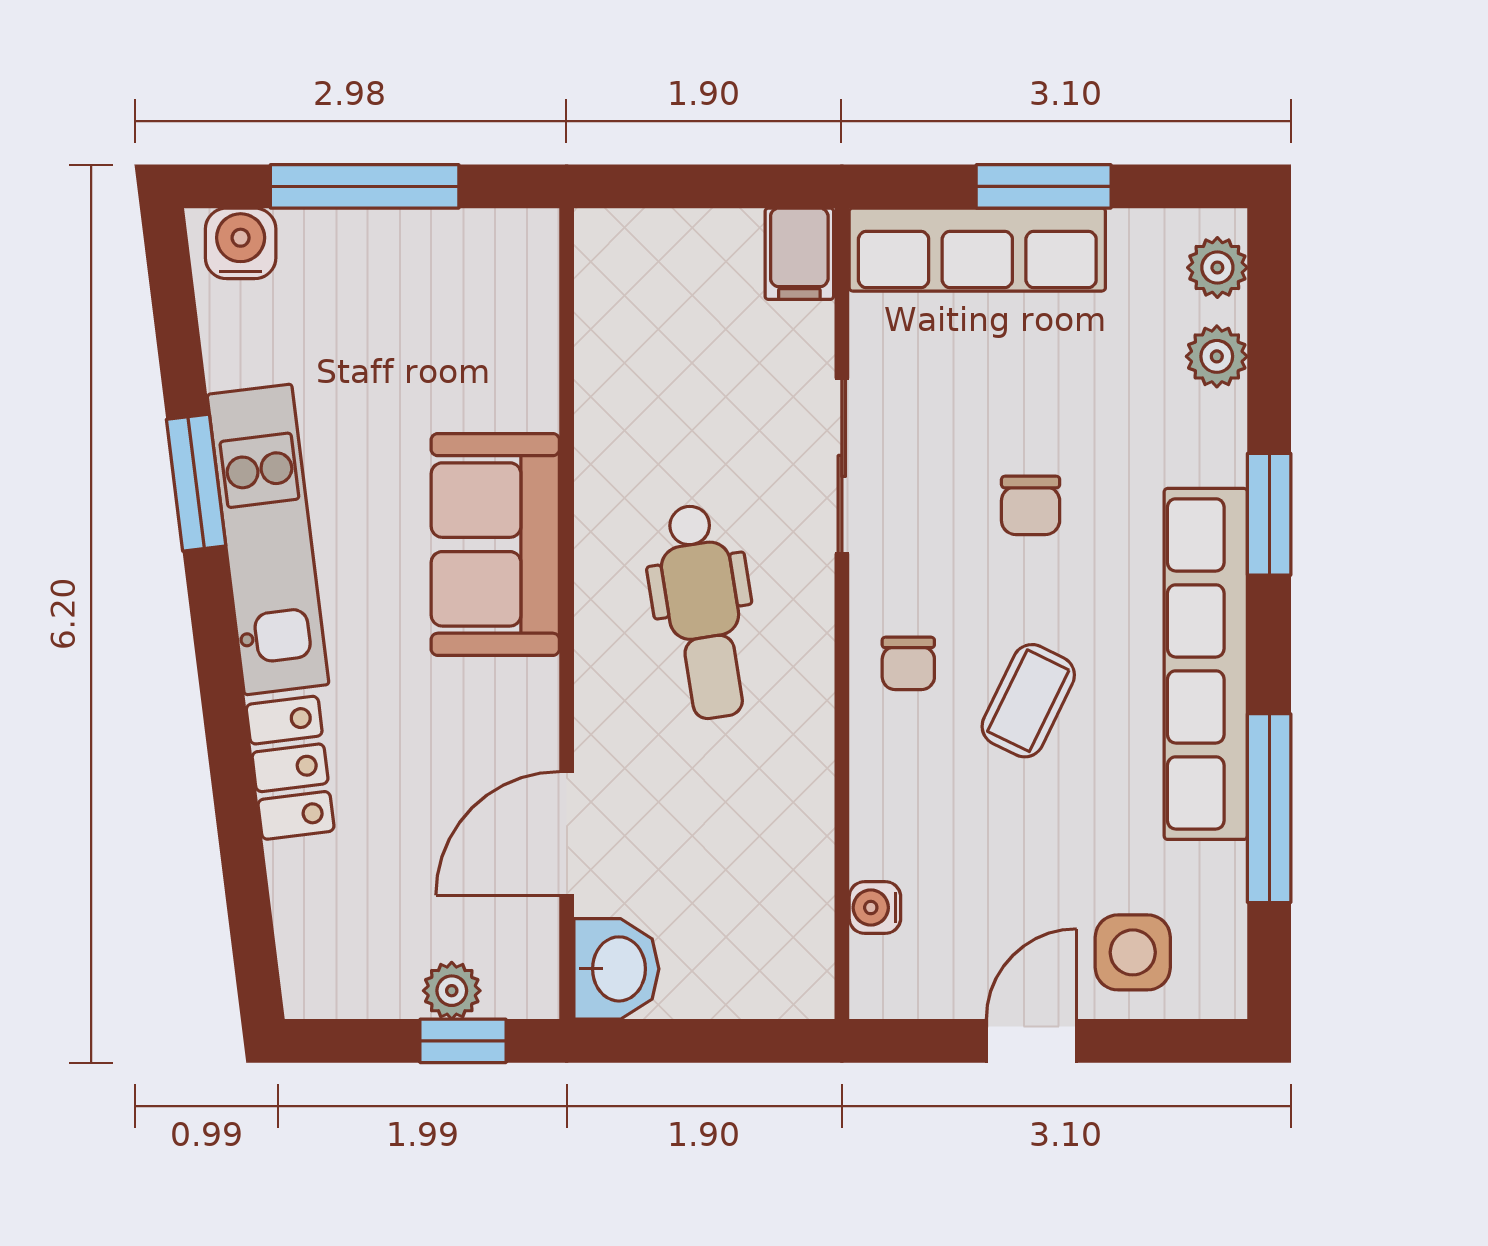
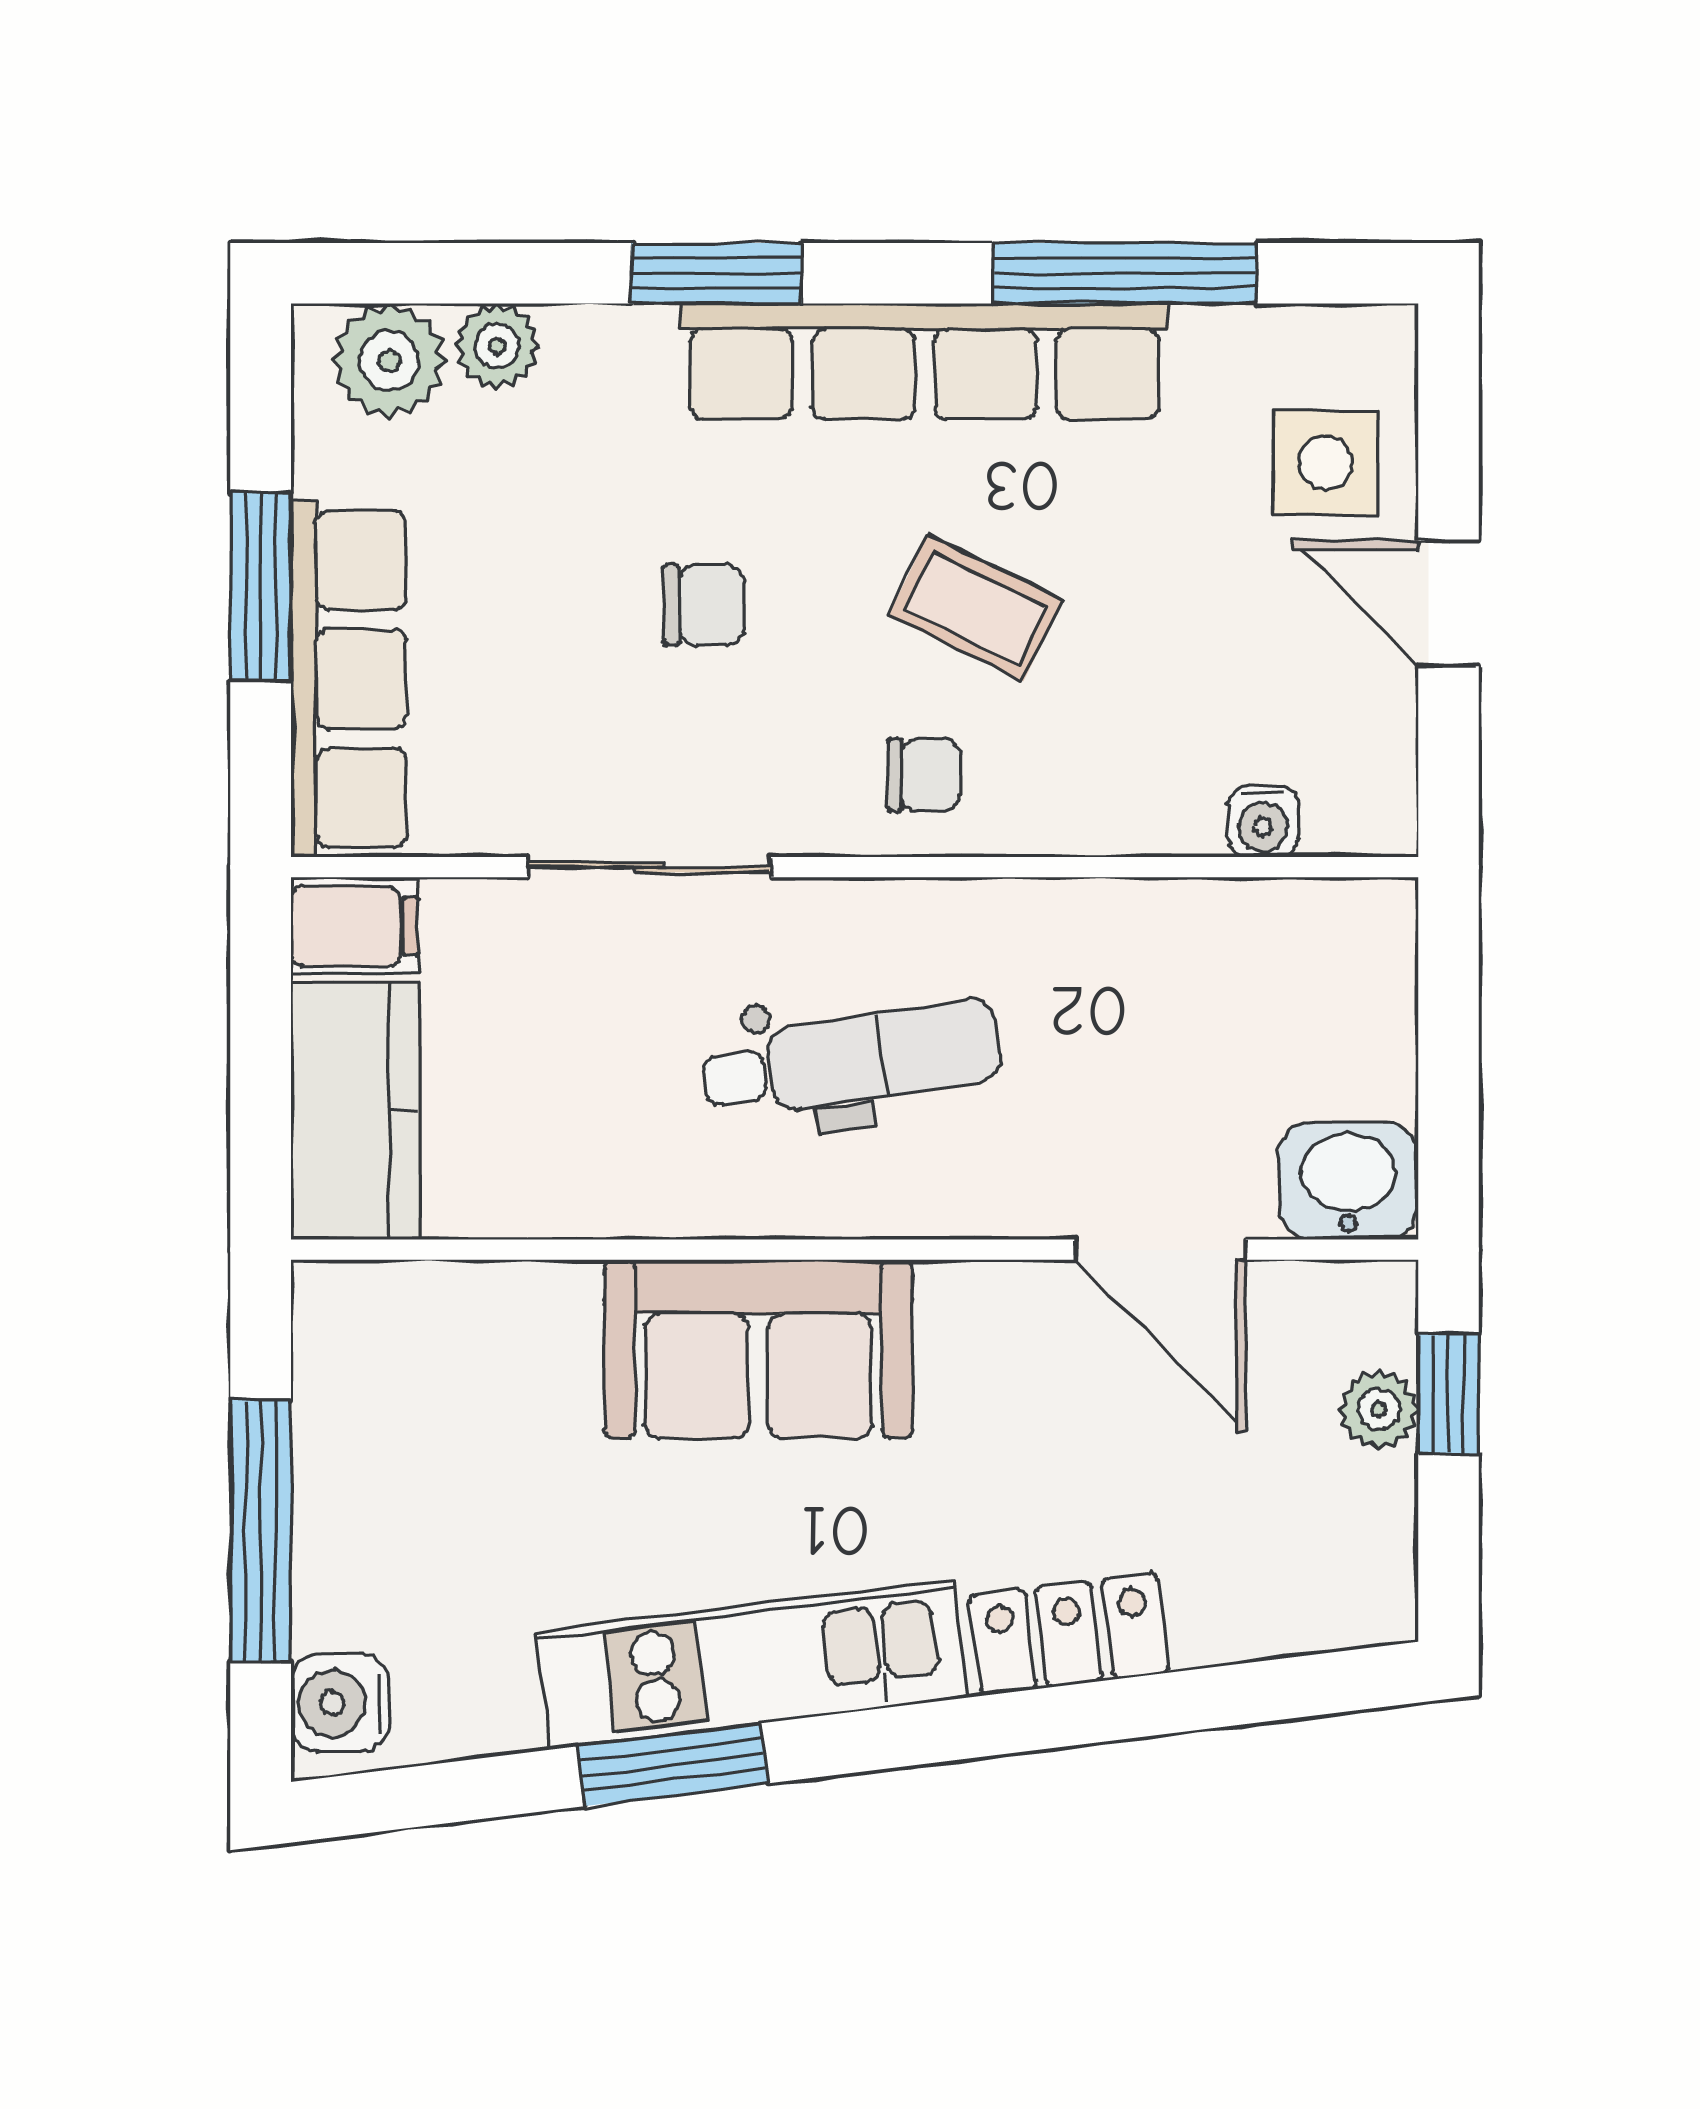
kitchen counter: (667, 254) -> (355, 1111), added
plant: (1217, 268) -> (389, 361), width x1.38, depth x1.38

